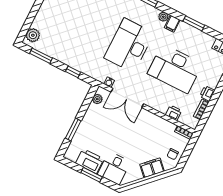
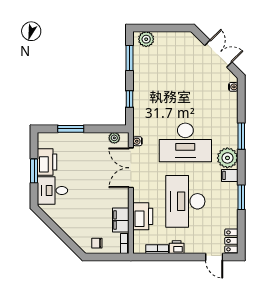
plant: (163, 17) -> (227, 158), width x1.88, depth x1.88
desk: (129, 45) -> (185, 142), turned 180
printer: (174, 113) -> (143, 216), width x1.87, depth x1.48
filing cabinet: (152, 168) -> (121, 220), moved, turned -135

